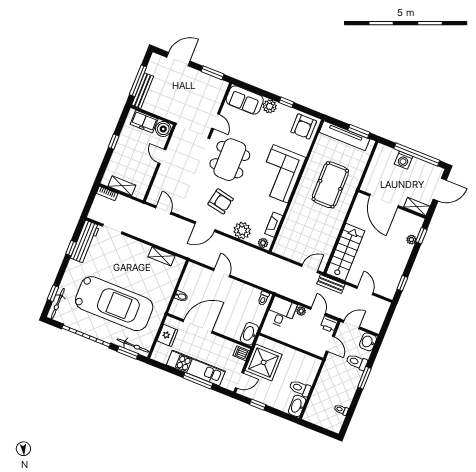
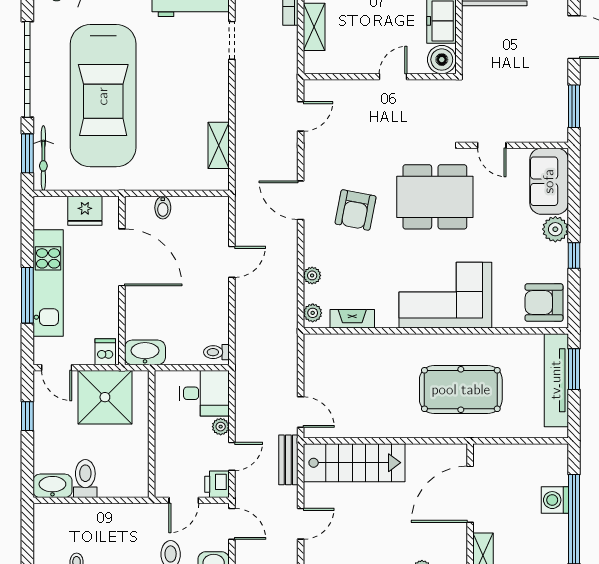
door: (216, 121) -> (492, 145), hinge flipped
window: (359, 131) -> (574, 369), moved
plant: (242, 231) -> (312, 275), width x0.53, depth x0.53

